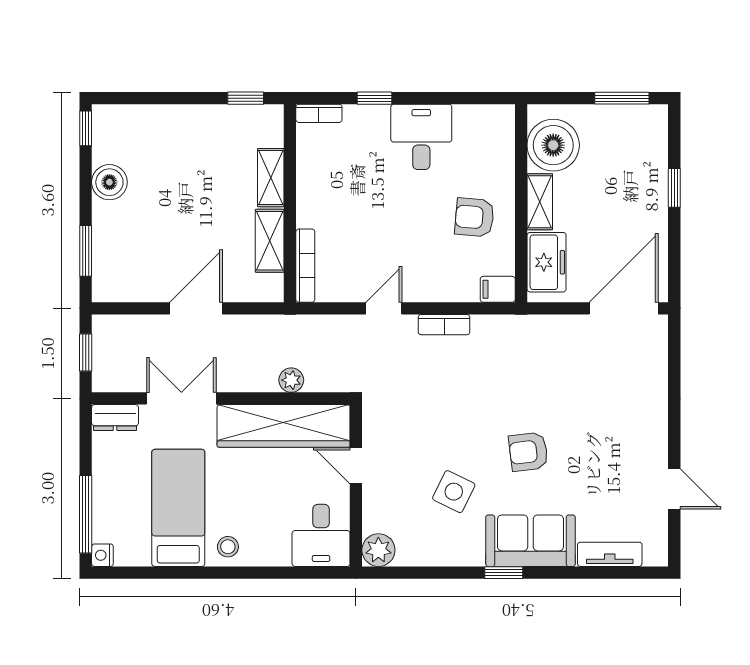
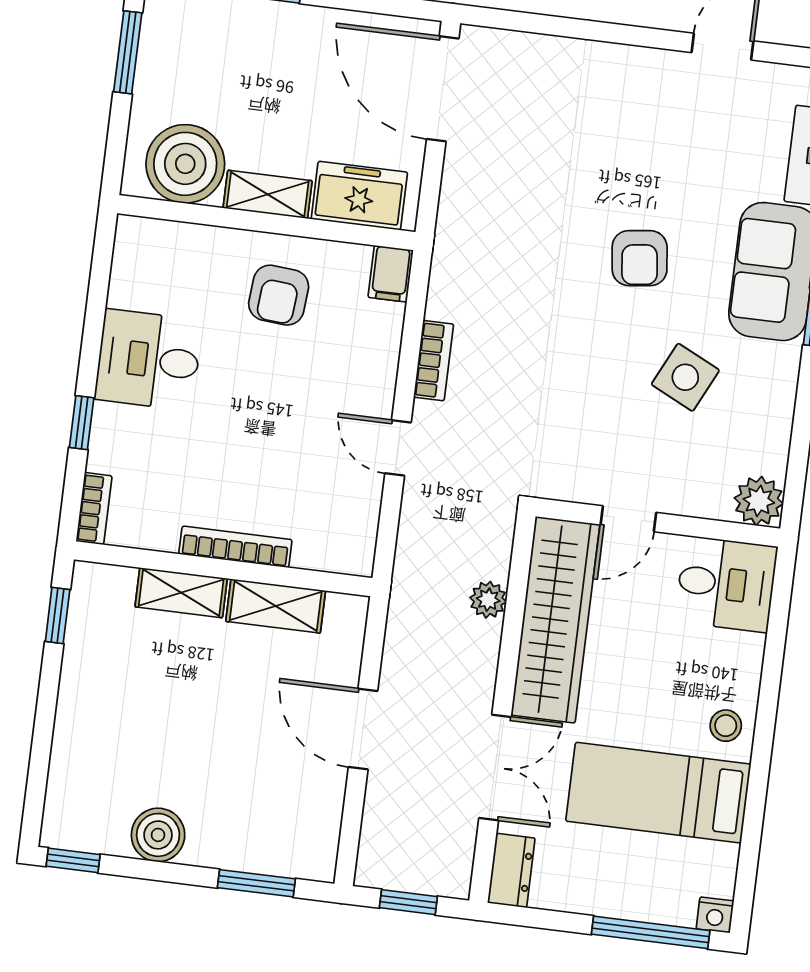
bookcase: (305, 266) -> (235, 547), moved
double door: (181, 398) -> (495, 768), swing flipped

